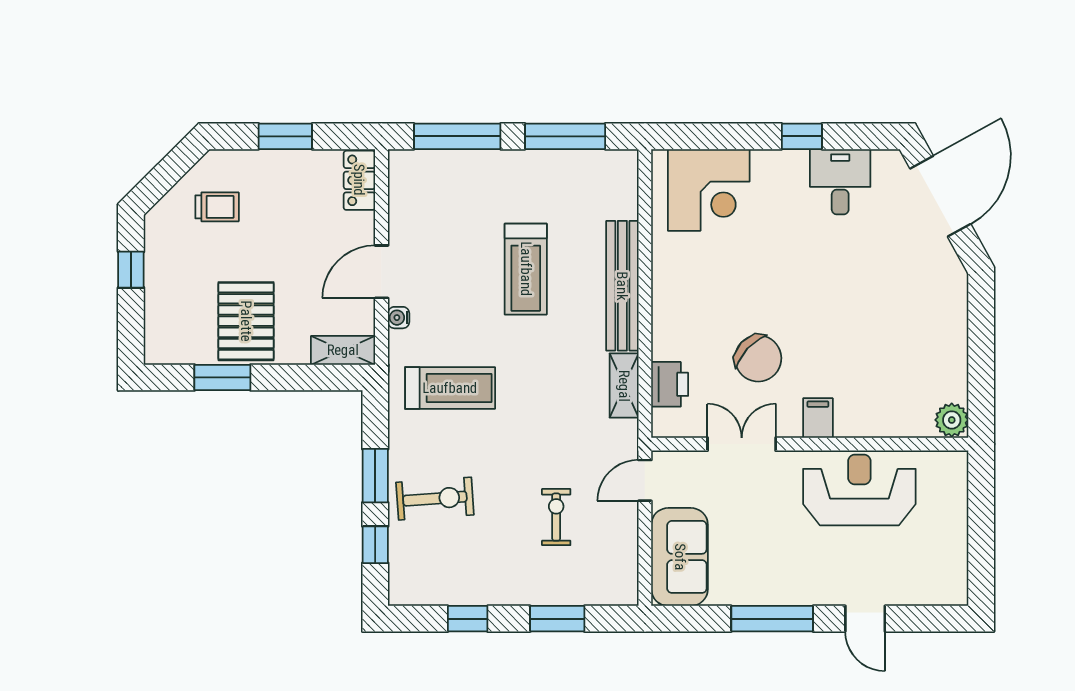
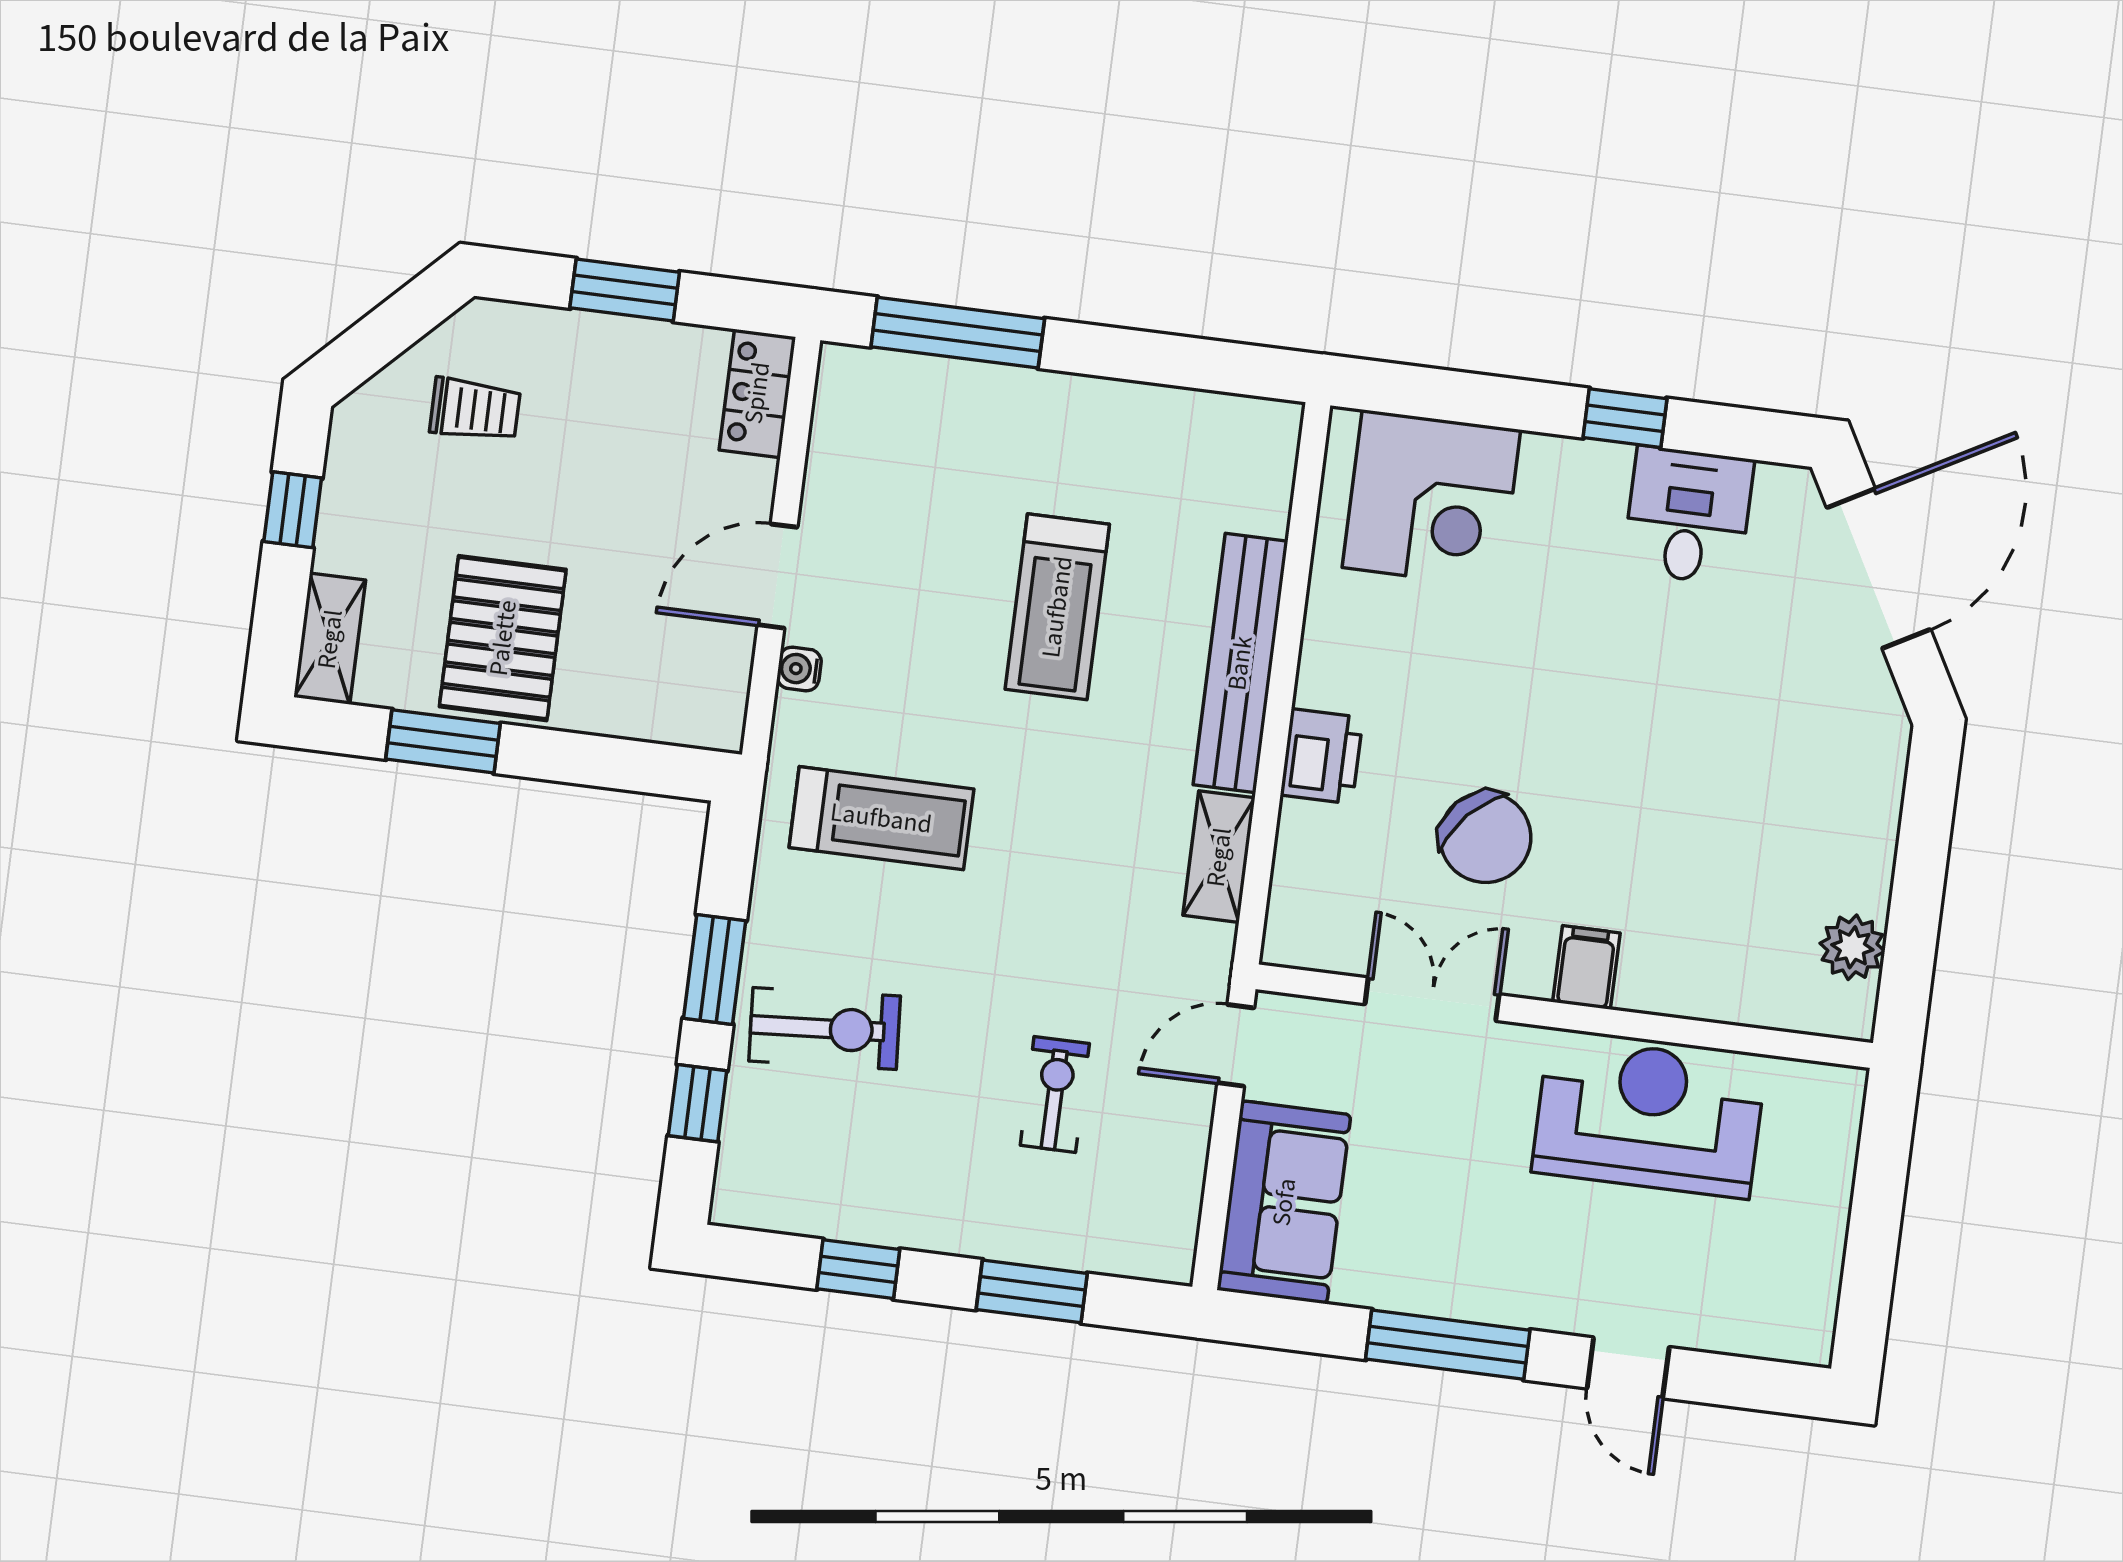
window: (565, 136) -> (1166, 359), removed
shelving: (343, 350) -> (330, 639), moved, turned 90
printer: (670, 384) -> (1322, 756), moved
plant: (952, 420) -> (1852, 947), moved

